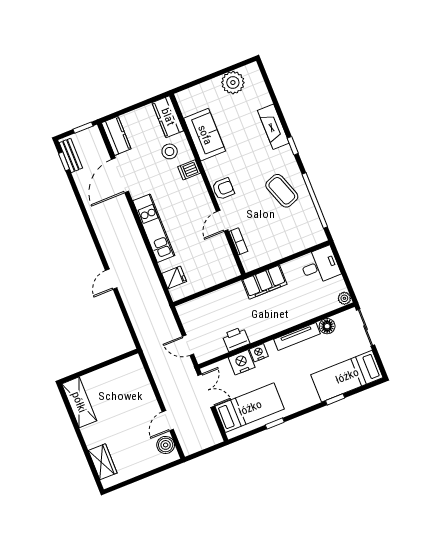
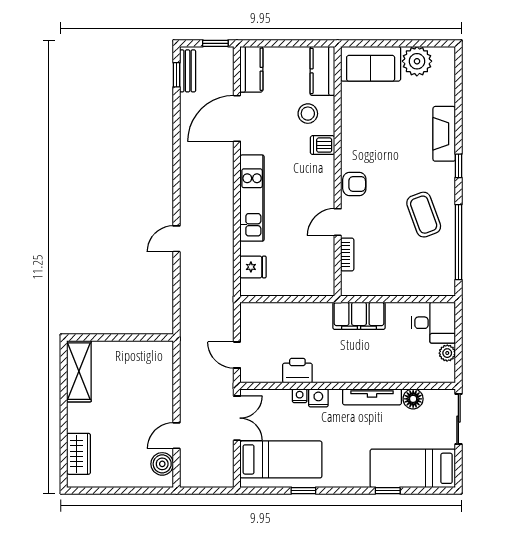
sofa: (205, 135) -> (371, 64), moved, turned 90
plant: (344, 298) -> (447, 353), moved
nightstand: (242, 362) -> (300, 396), width x0.53, depth x0.56

